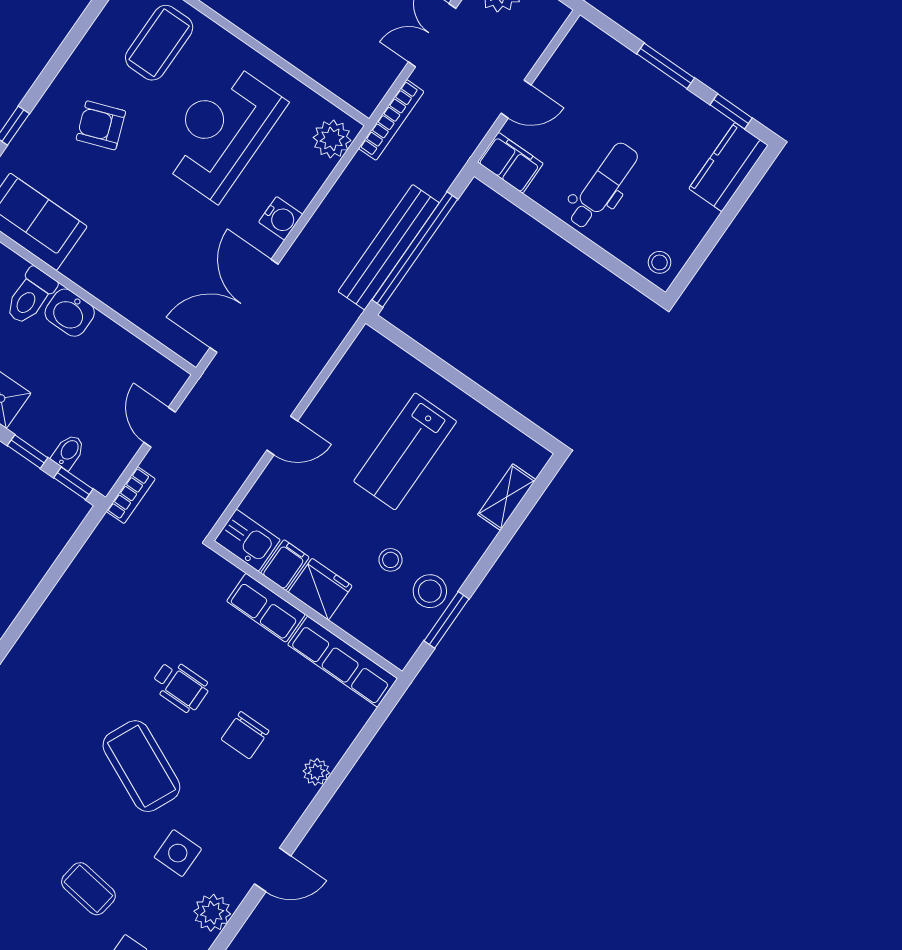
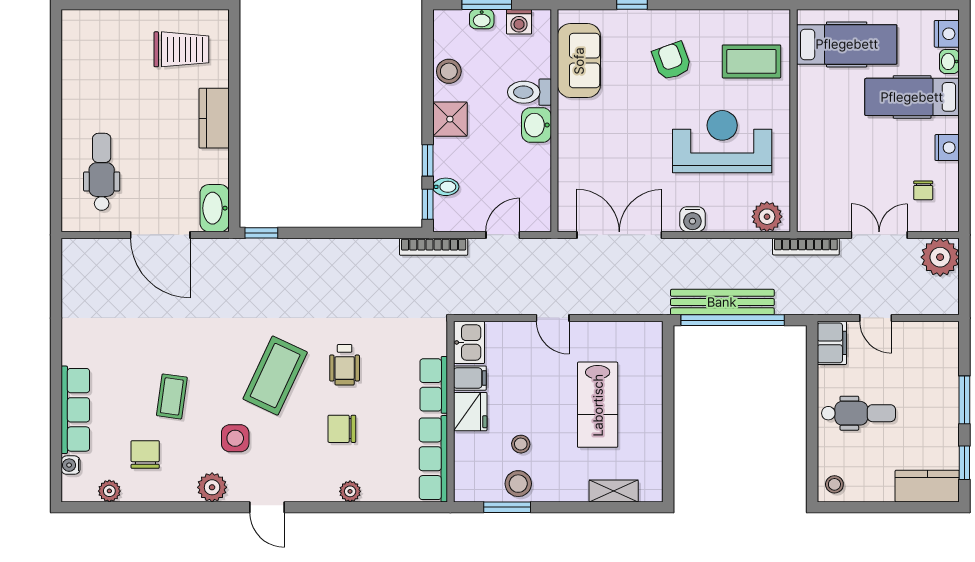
lab bench: (405, 451) -> (598, 405), turned -90
bookcase: (131, 495) -> (434, 247), width x1.56

